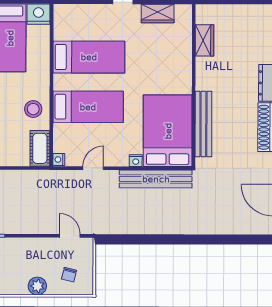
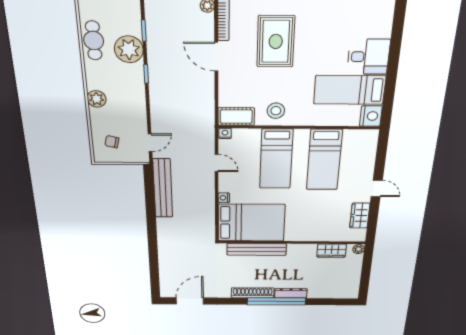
plant: (202, 11) -> (359, 249), added
bench: (156, 179) -> (163, 188), moved
plant: (37, 286) -> (97, 99), moved

